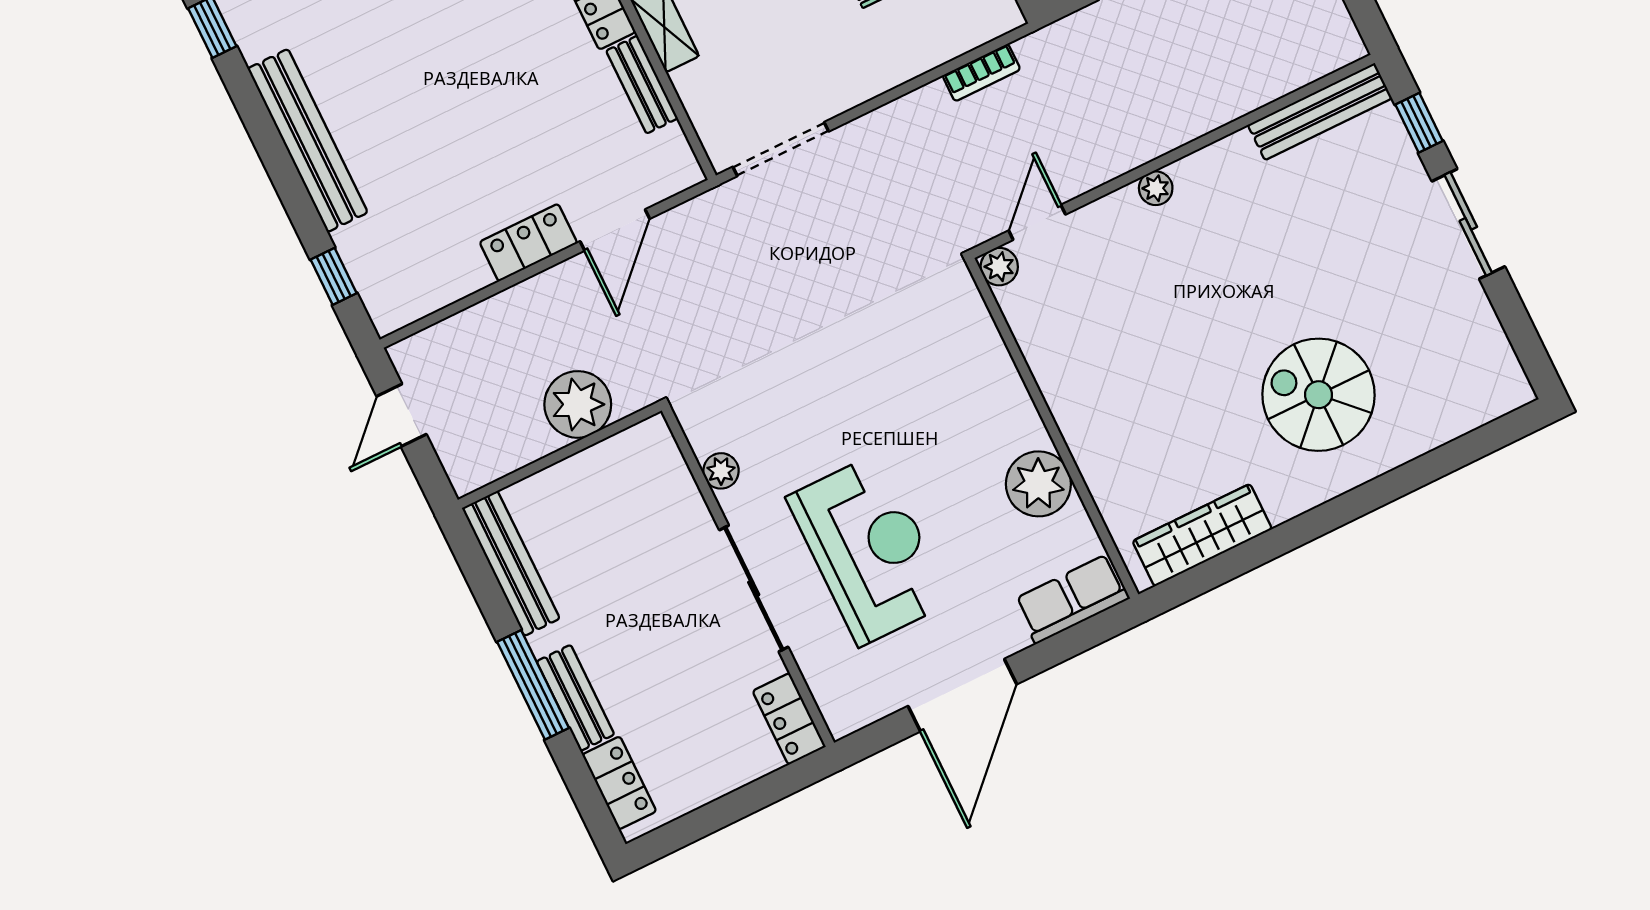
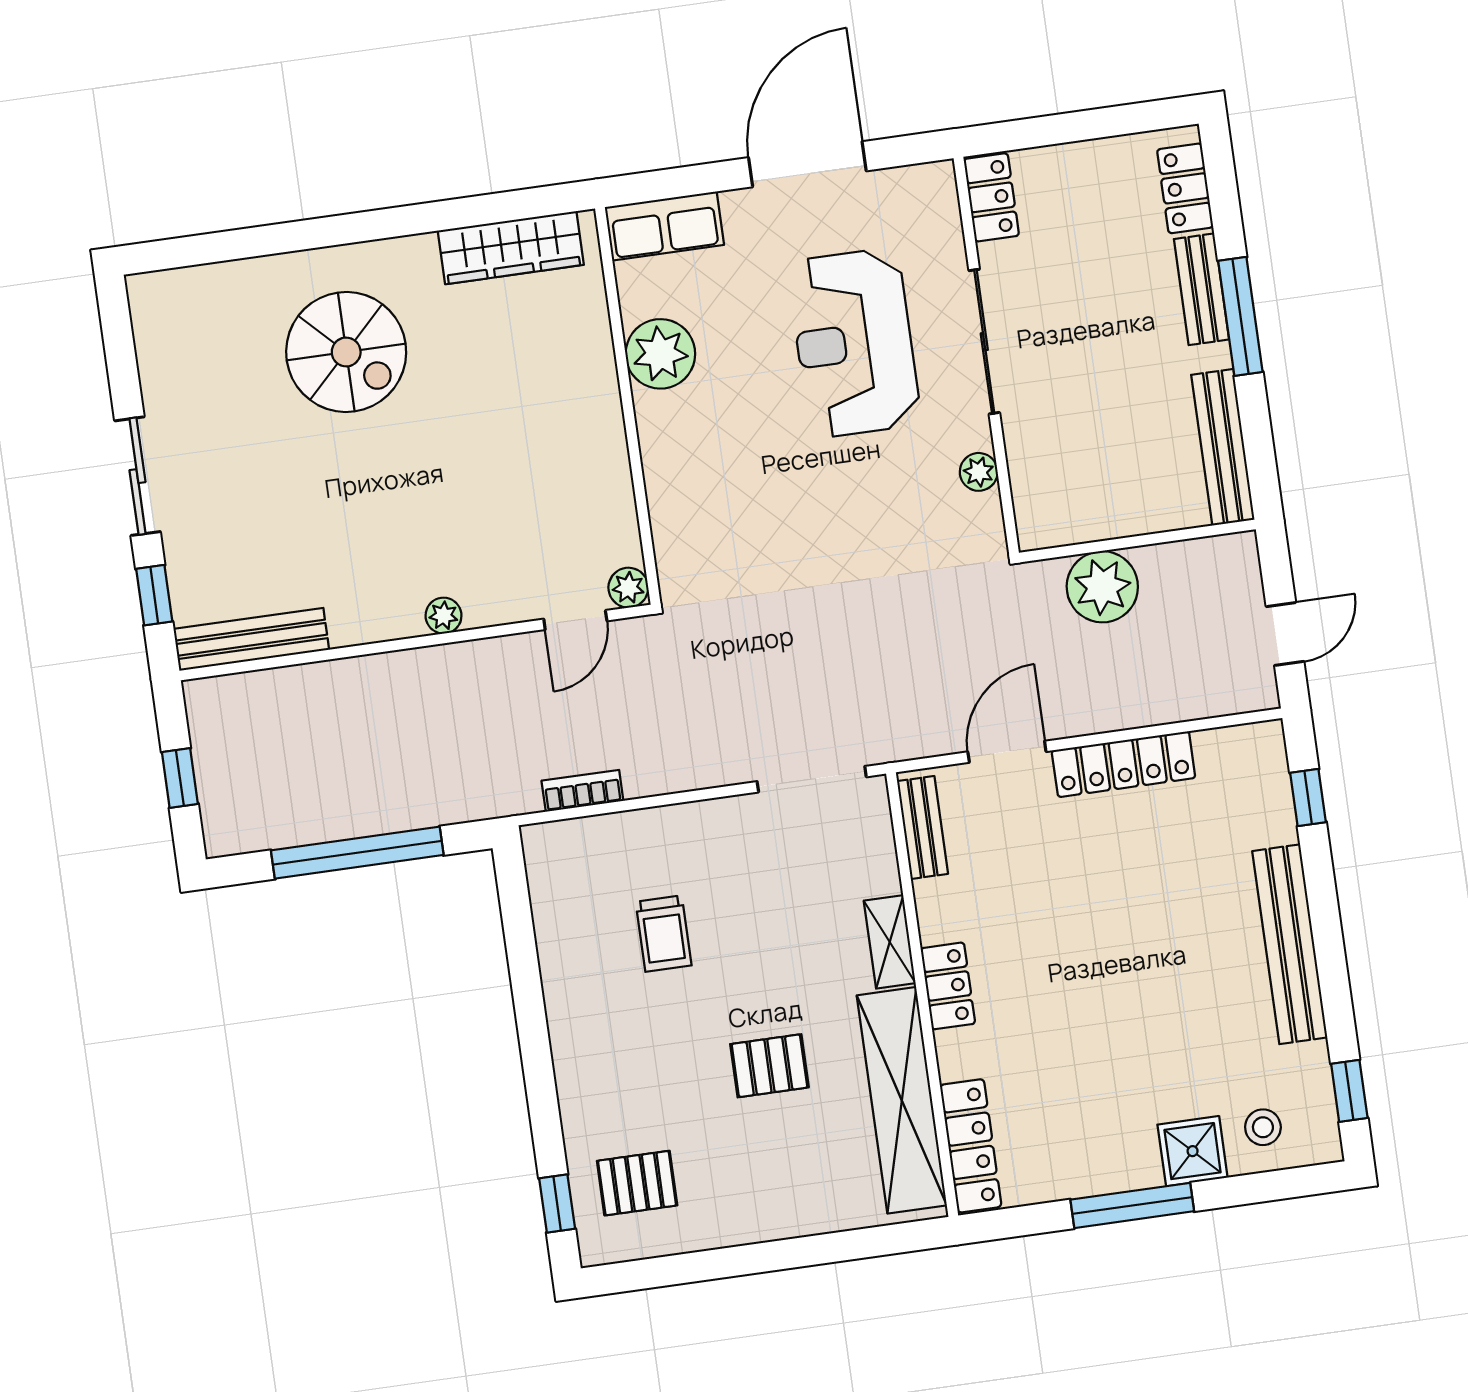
bench: (642, 85) -> (923, 828), moved
locker: (528, 243) -> (1123, 764), width x1.53

